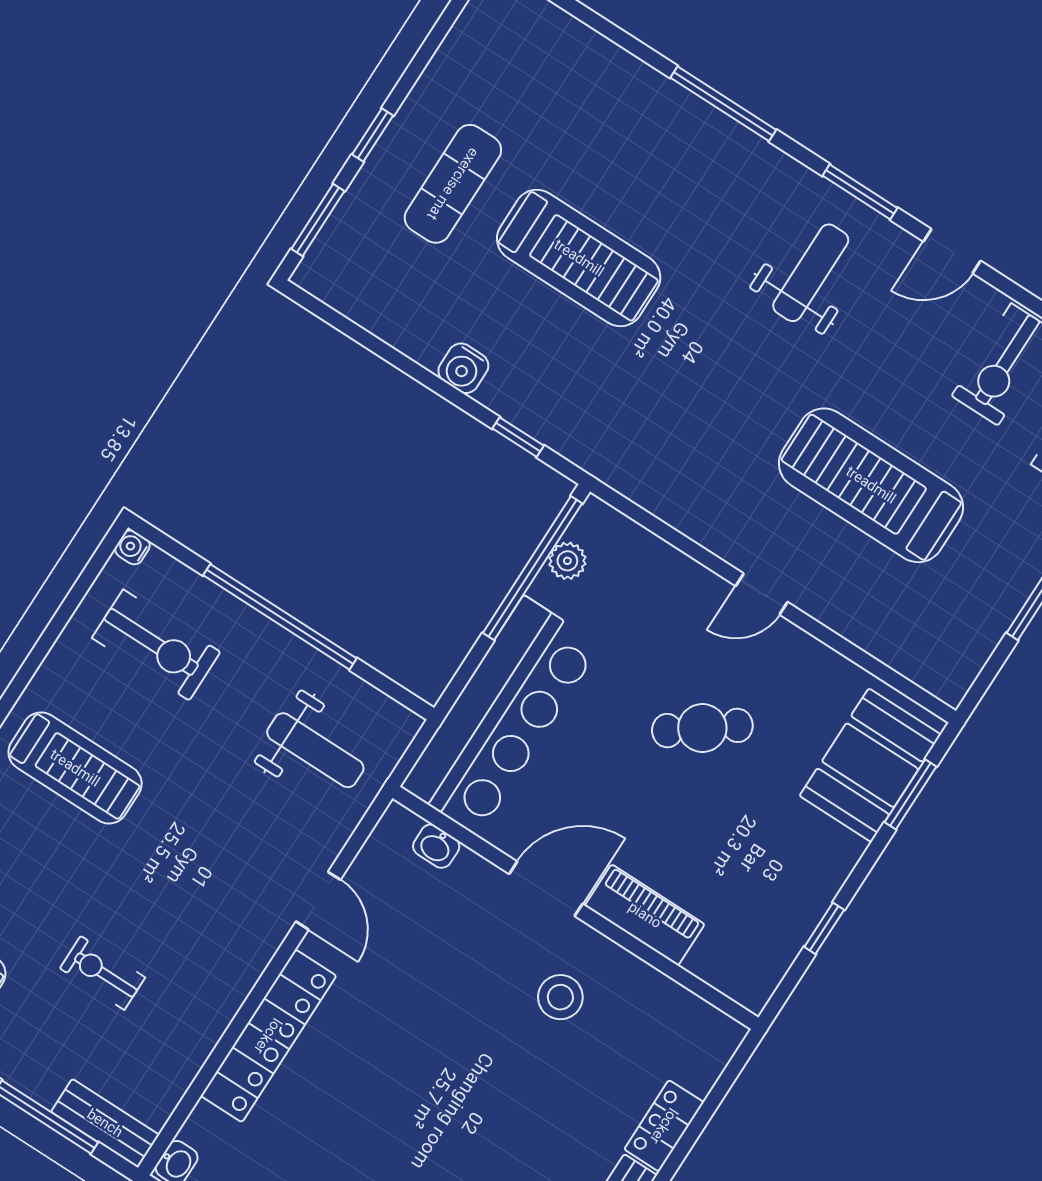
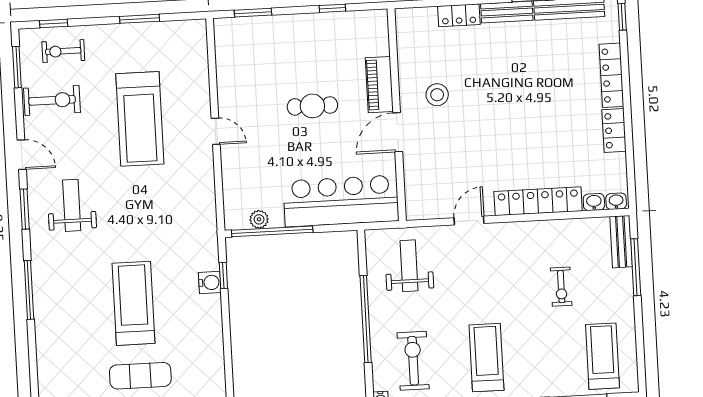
weight bench: (811, 273) -> (72, 205), turned 90
water cooler: (463, 368) -> (210, 283), moved
cafe table: (702, 728) -> (312, 106), moved, turned -53
booth: (870, 765) -> (253, 37), removed
washbasin: (436, 846) -> (594, 202), moved, turned -90
door: (546, 889) -> (398, 132), hinge flipped

